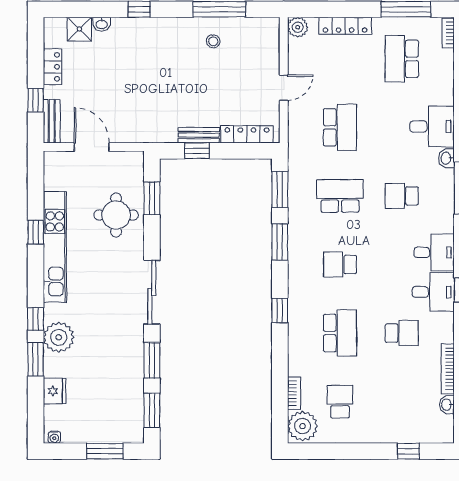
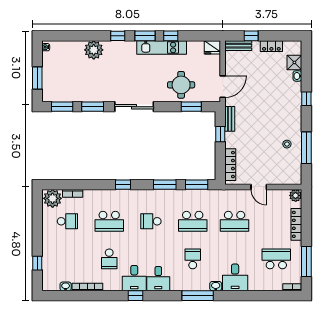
bench: (199, 135) -> (230, 119), moved
door: (92, 147) -> (223, 87), moved
school desk: (340, 196) -> (193, 221), turned 90
kitchen unit: (55, 247) -> (162, 48), width x0.73
school desk: (340, 264) -> (151, 221), turned -90
plant: (59, 337) -> (94, 50), moved
window: (36, 359) -> (145, 36), moved
fridge: (55, 391) -> (212, 47), moved

